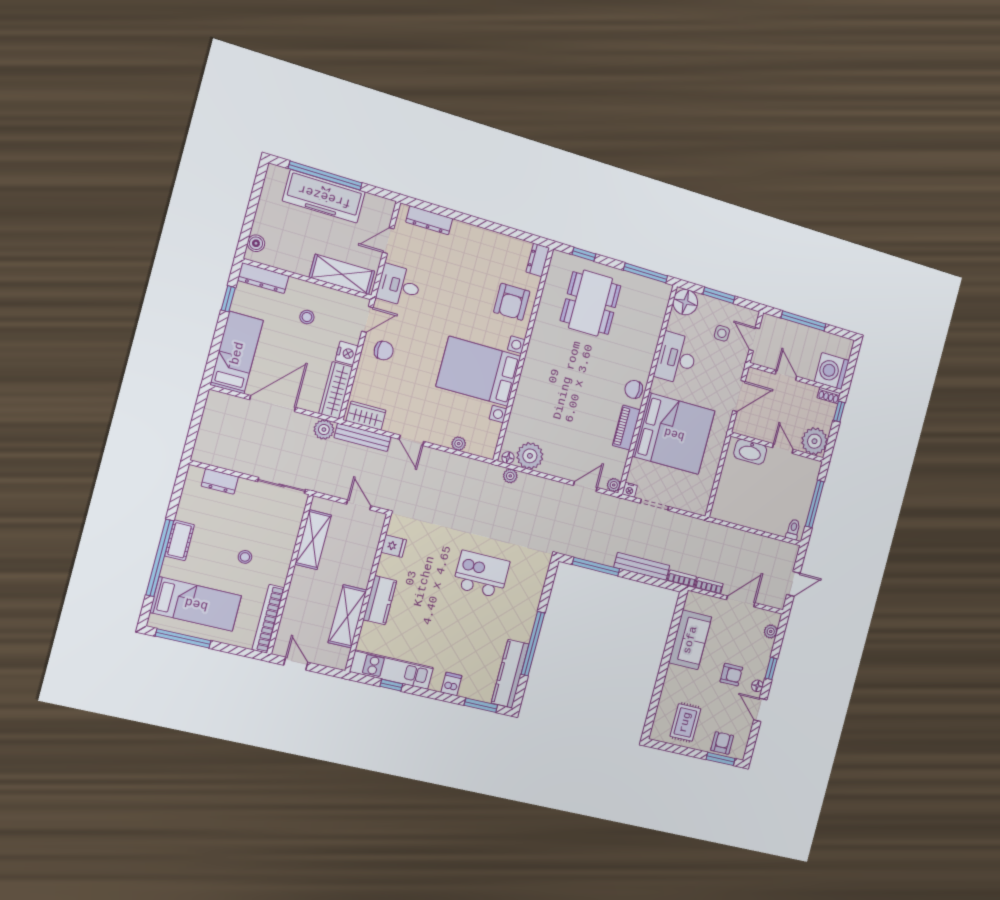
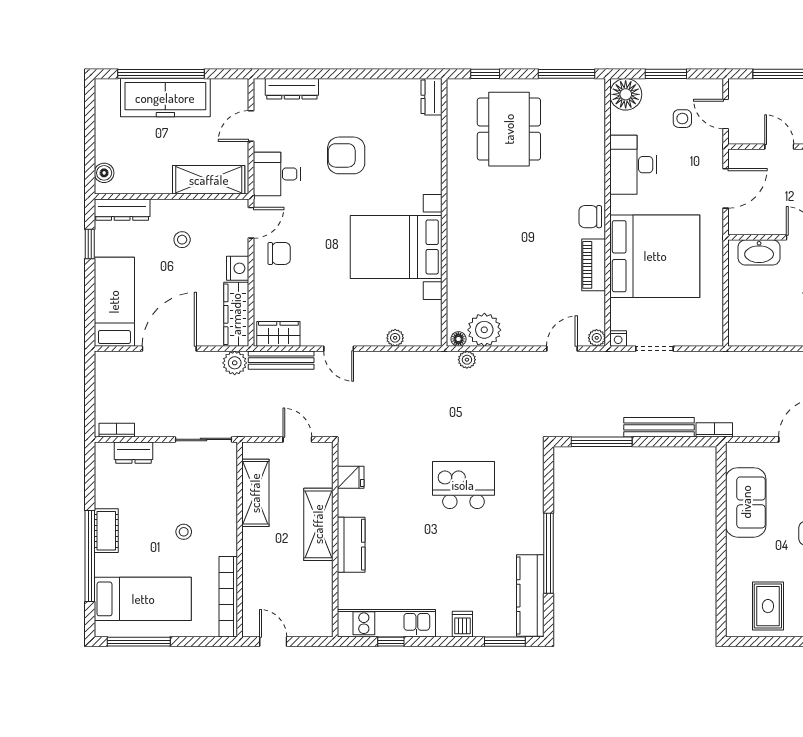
armchair: (512, 302) -> (346, 155), moved, turned 90
bookcase: (709, 586) -> (117, 430), moved
shelving: (347, 616) -> (318, 524), moved

